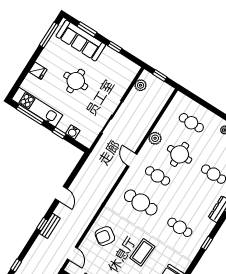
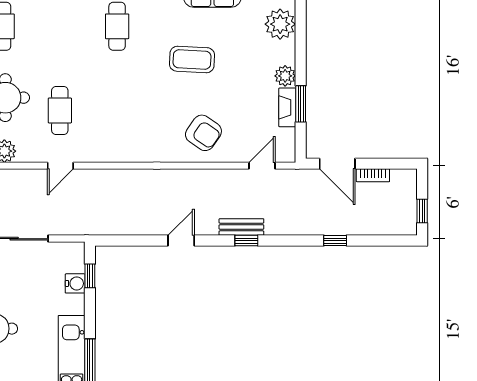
window: (59, 133) -> (90, 276), moved
cafe table: (141, 202) -> (117, 110), removed

